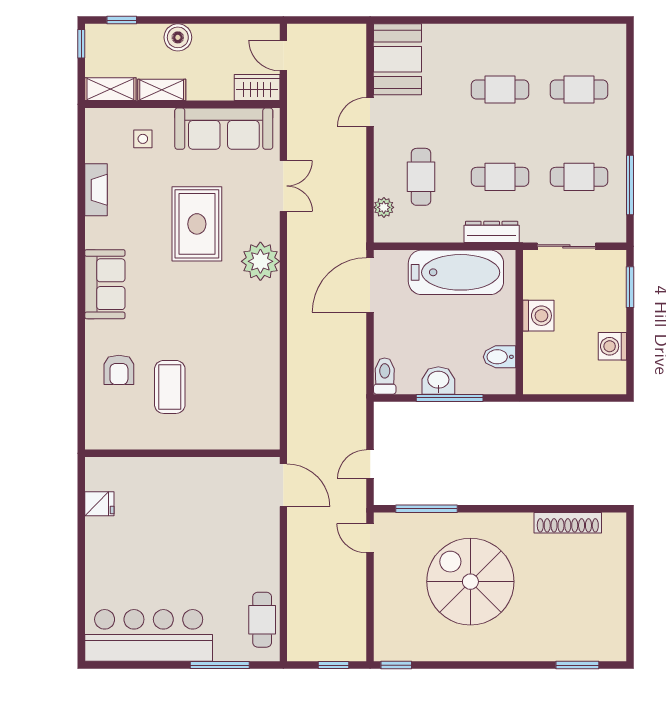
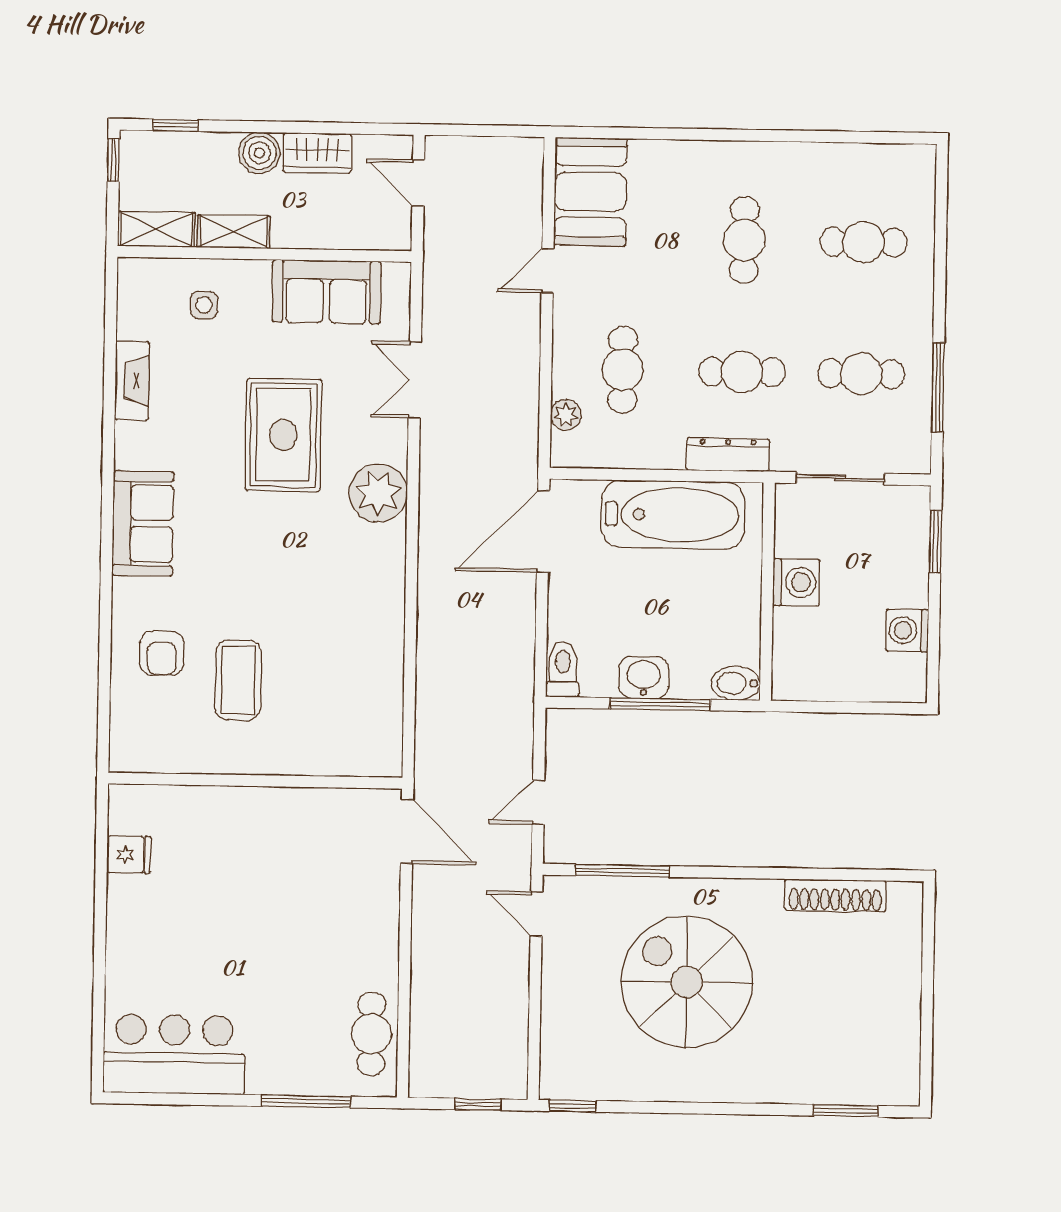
wardrobe: (257, 88) -> (317, 153), moved, turned 180
cafe table: (500, 90) -> (744, 240), turned 90
sofa: (224, 129) -> (326, 292), width x0.73
double door: (283, 186) -> (415, 380), swing flipped
bidet: (499, 357) -> (736, 683), moved
bar counter: (149, 635) -> (174, 1054), width x0.73

